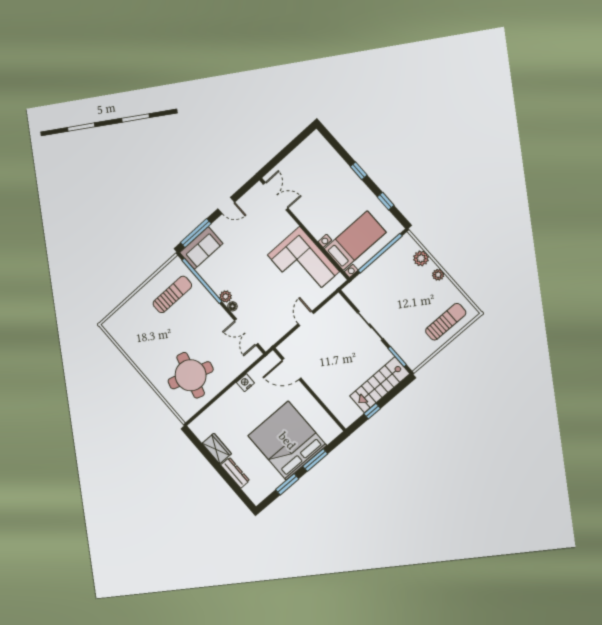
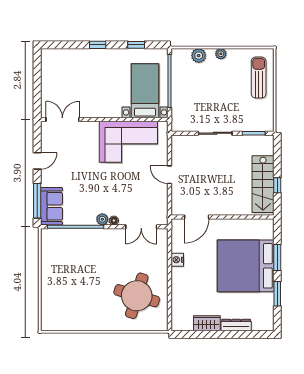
sun lounger: (172, 294) -> (66, 257), removed
stairs: (380, 385) -> (263, 184), moved

